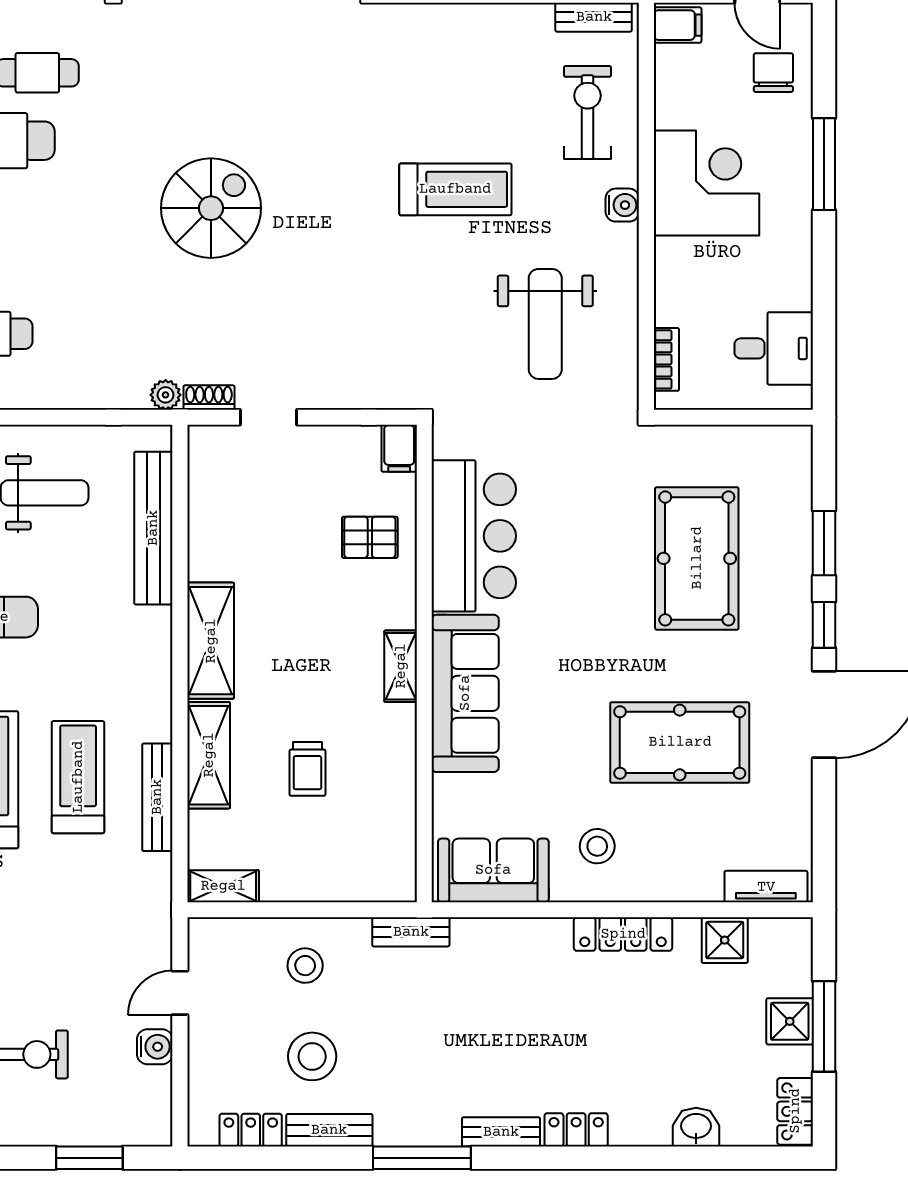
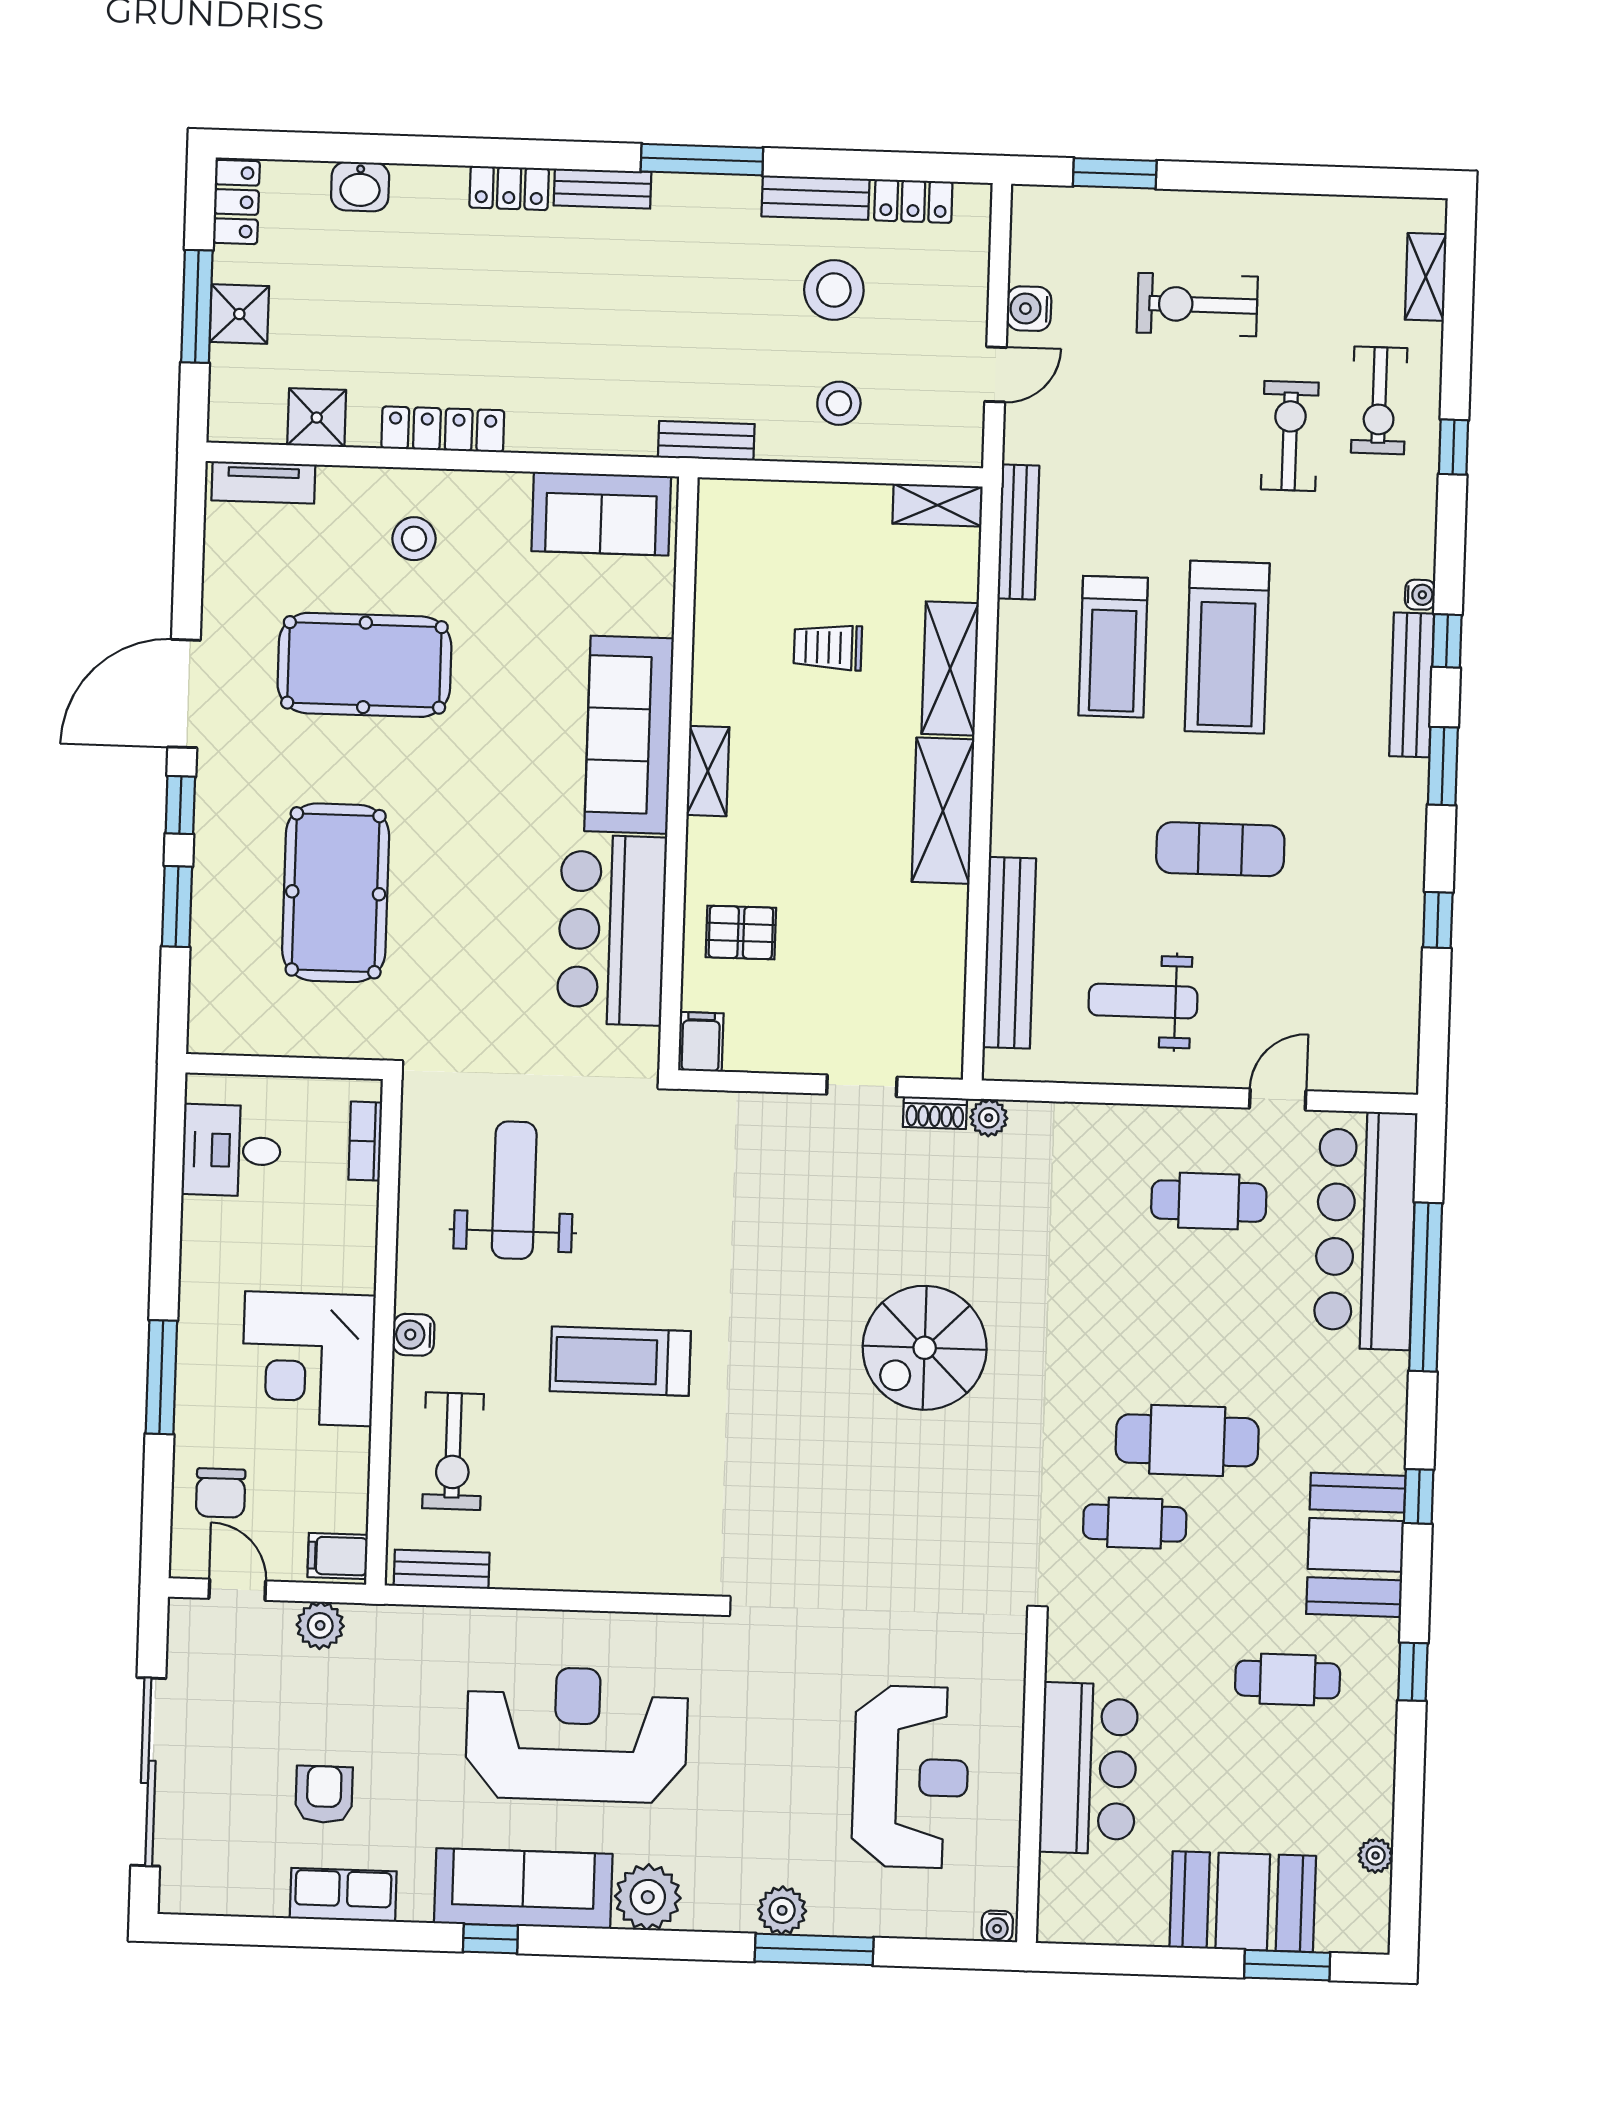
trolley: (307, 769) -> (828, 647), turned -90
bench: (157, 797) -> (1018, 532), moved
stool: (597, 846) -> (414, 539), moved

